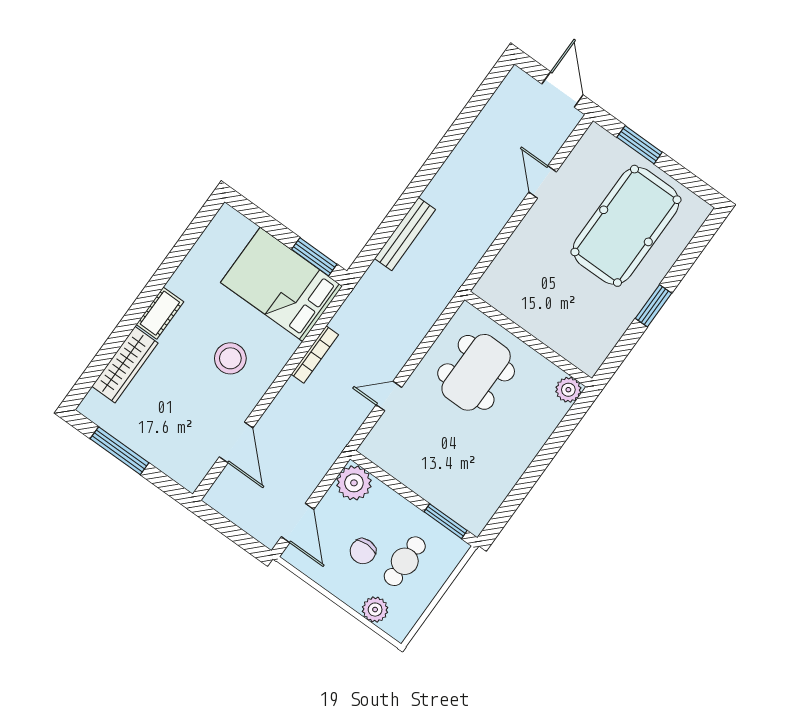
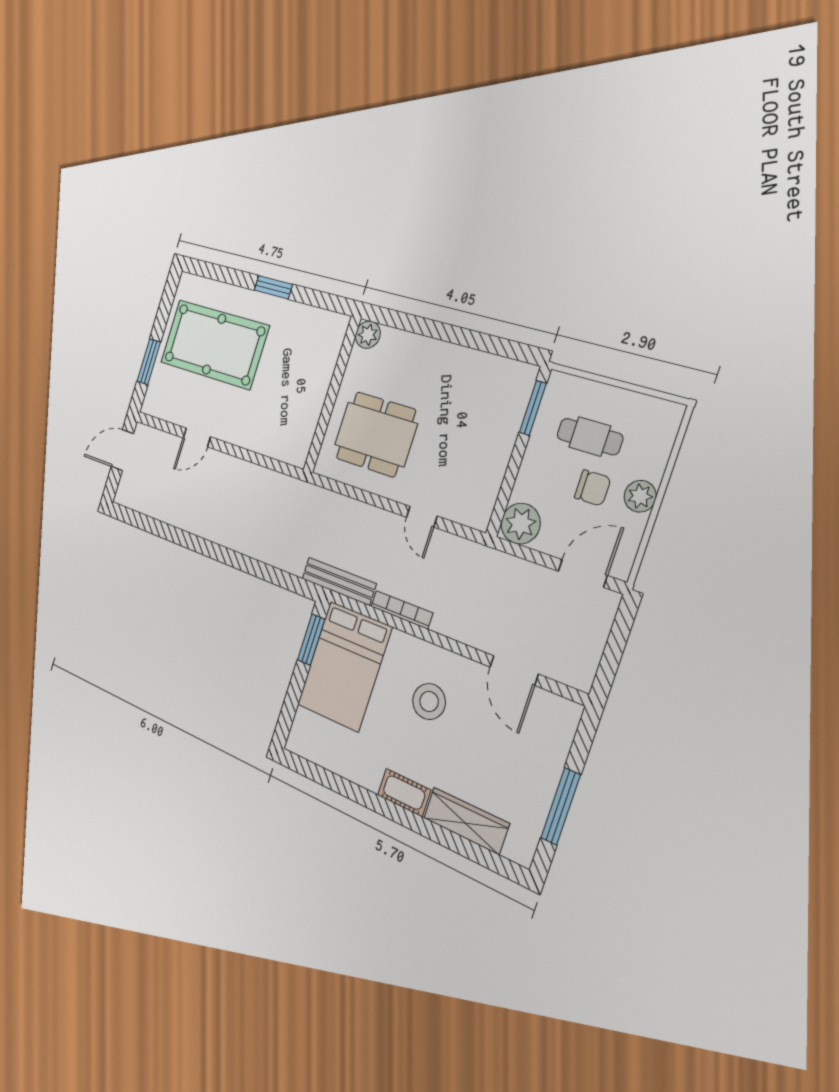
bench: (405, 234) -> (339, 581), moved
door: (236, 442) -> (514, 670), swing flipped
plant: (375, 610) -> (640, 496), moved

